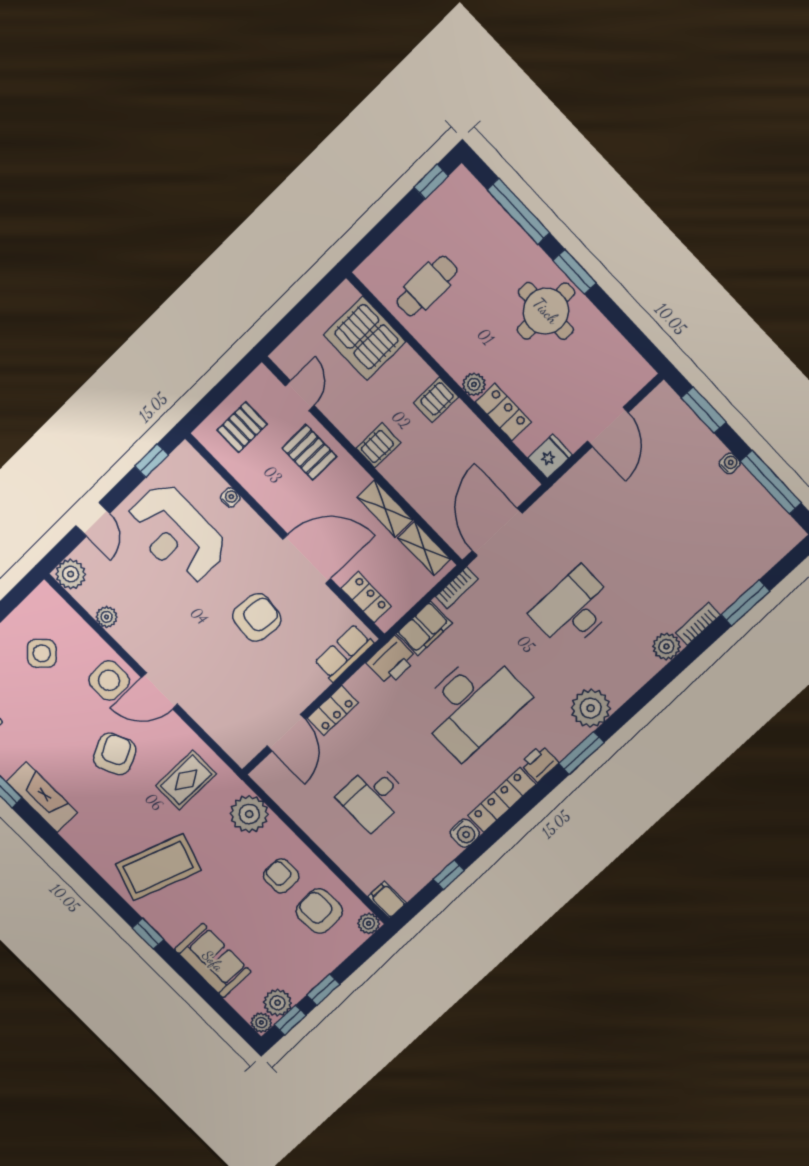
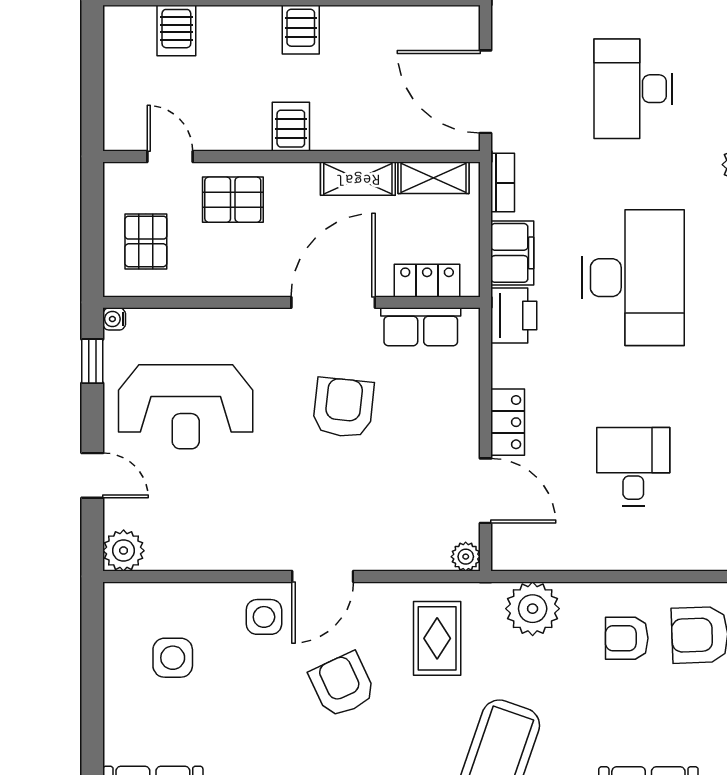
server rack: (365, 338) -> (176, 31), width x0.46, depth x0.70
water cooler: (230, 497) -> (114, 319), moved, turned -90
plant: (107, 617) -> (466, 557), moved
side table: (42, 653) -> (173, 658), turned 45
row of seats: (344, 653) -> (421, 327), moved, turned -90
side table: (109, 680) -> (264, 617), width x0.73, depth x0.73
desk: (373, 797) -> (633, 467), turned 180

